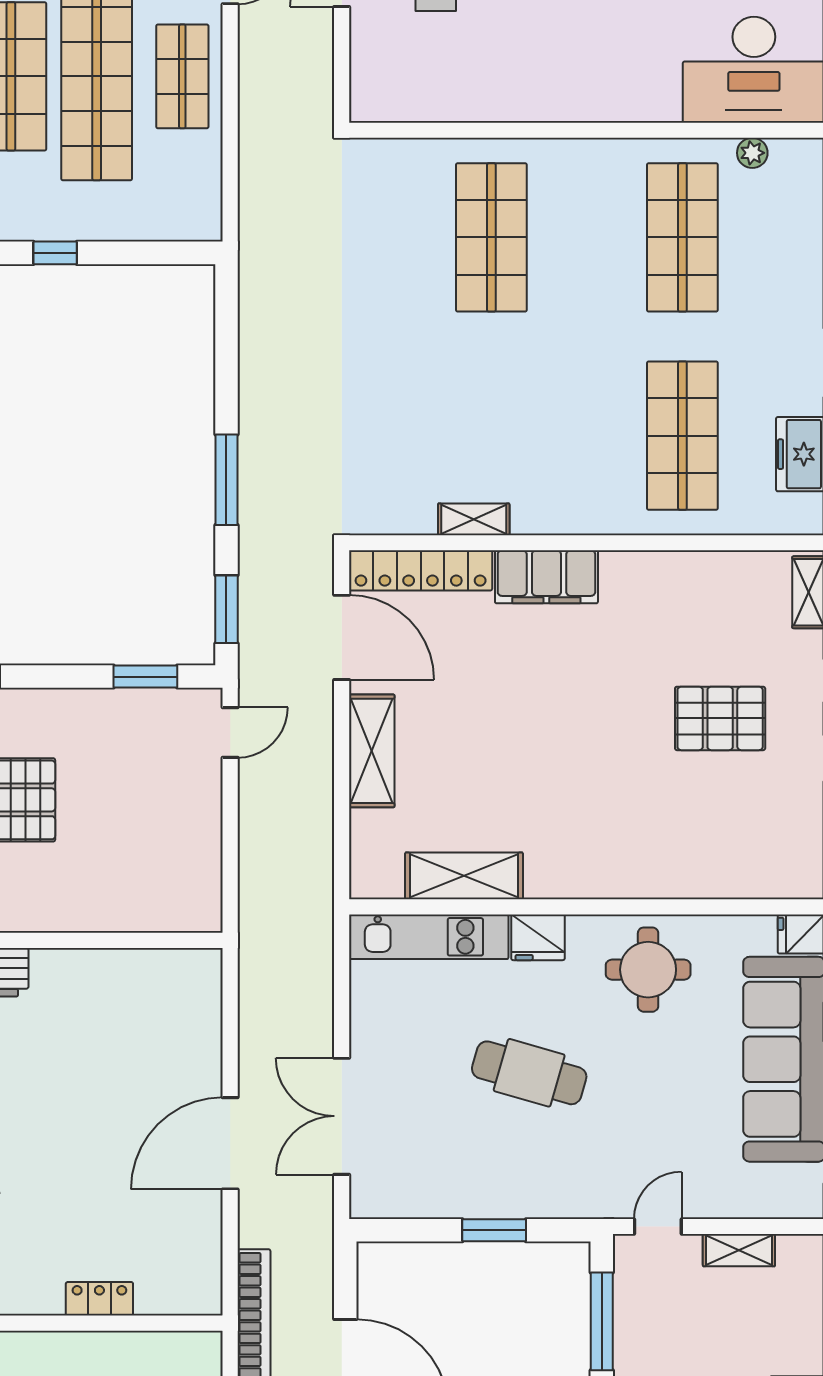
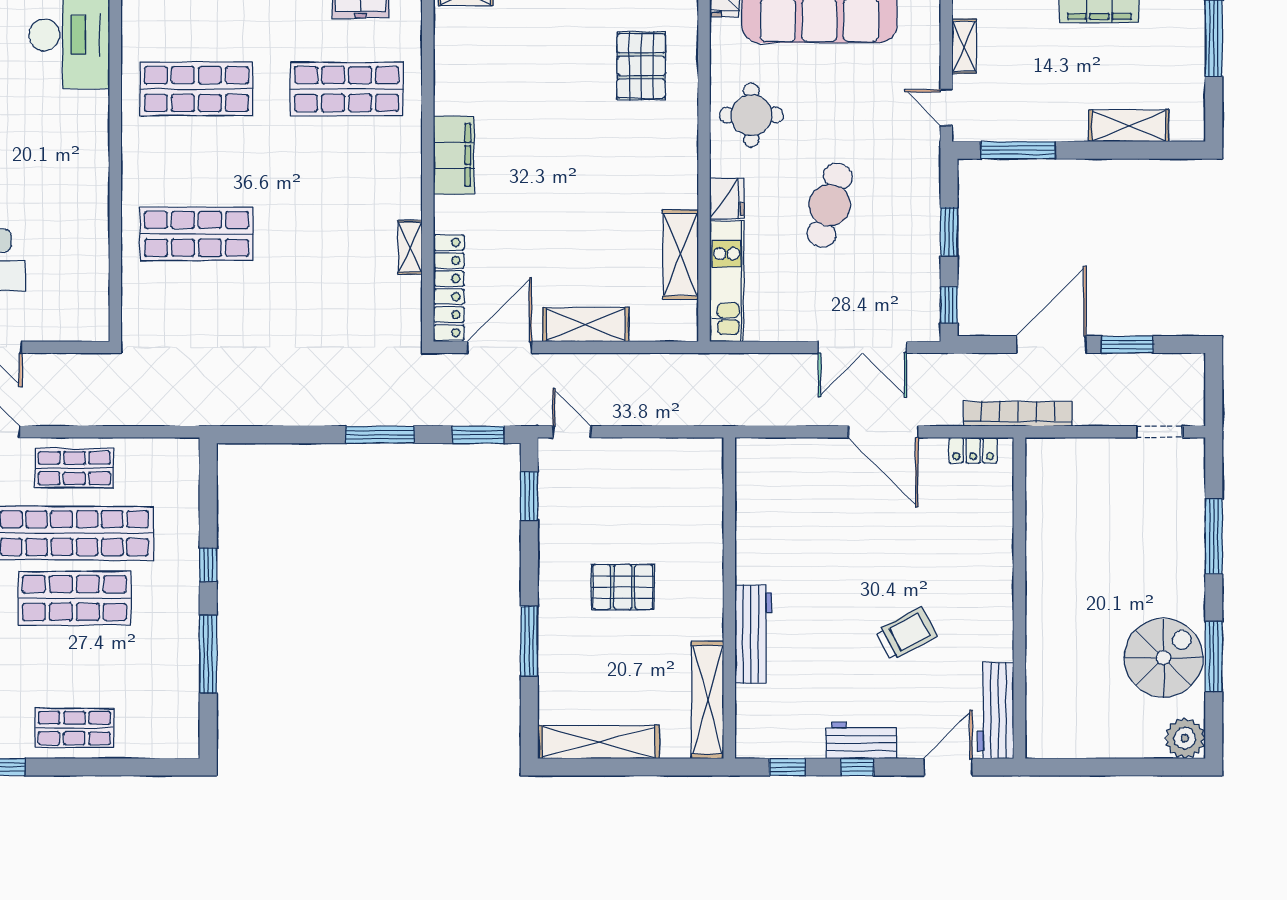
plant: (752, 153) -> (132, 36), removed
filing cabinet: (546, 577) -> (454, 155), moved
pallet: (720, 718) -> (641, 66), moved
window: (397, 1230) -> (949, 305), added
locker: (99, 1299) -> (973, 450), moved, turned -90

